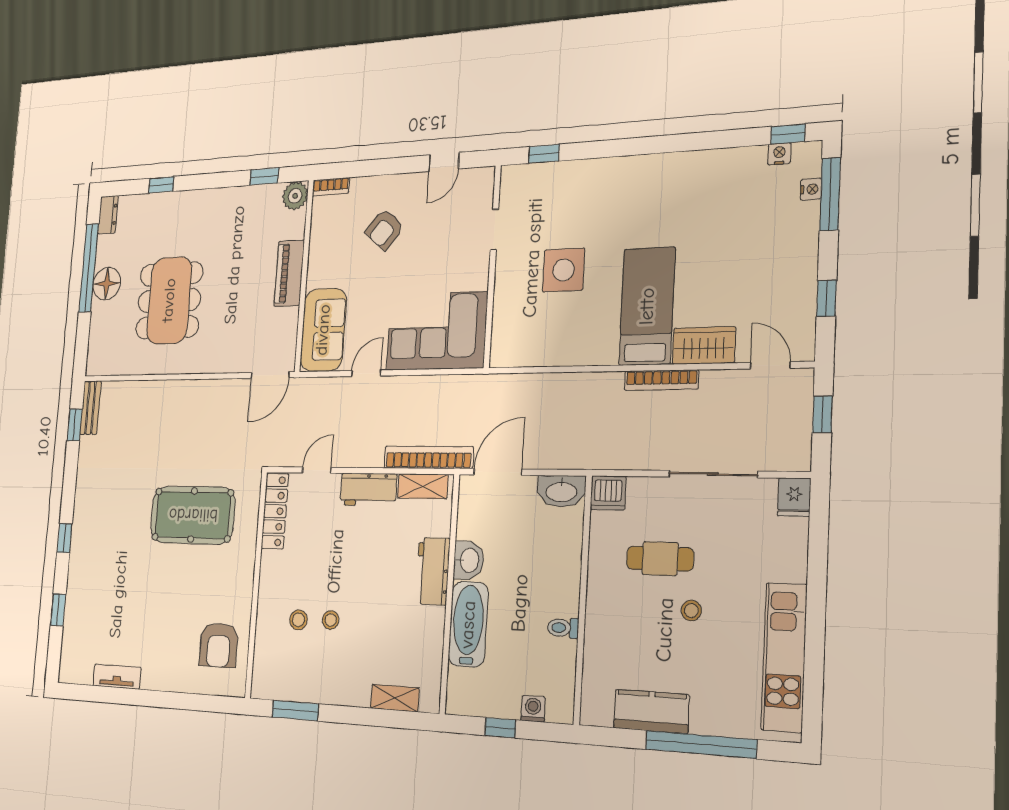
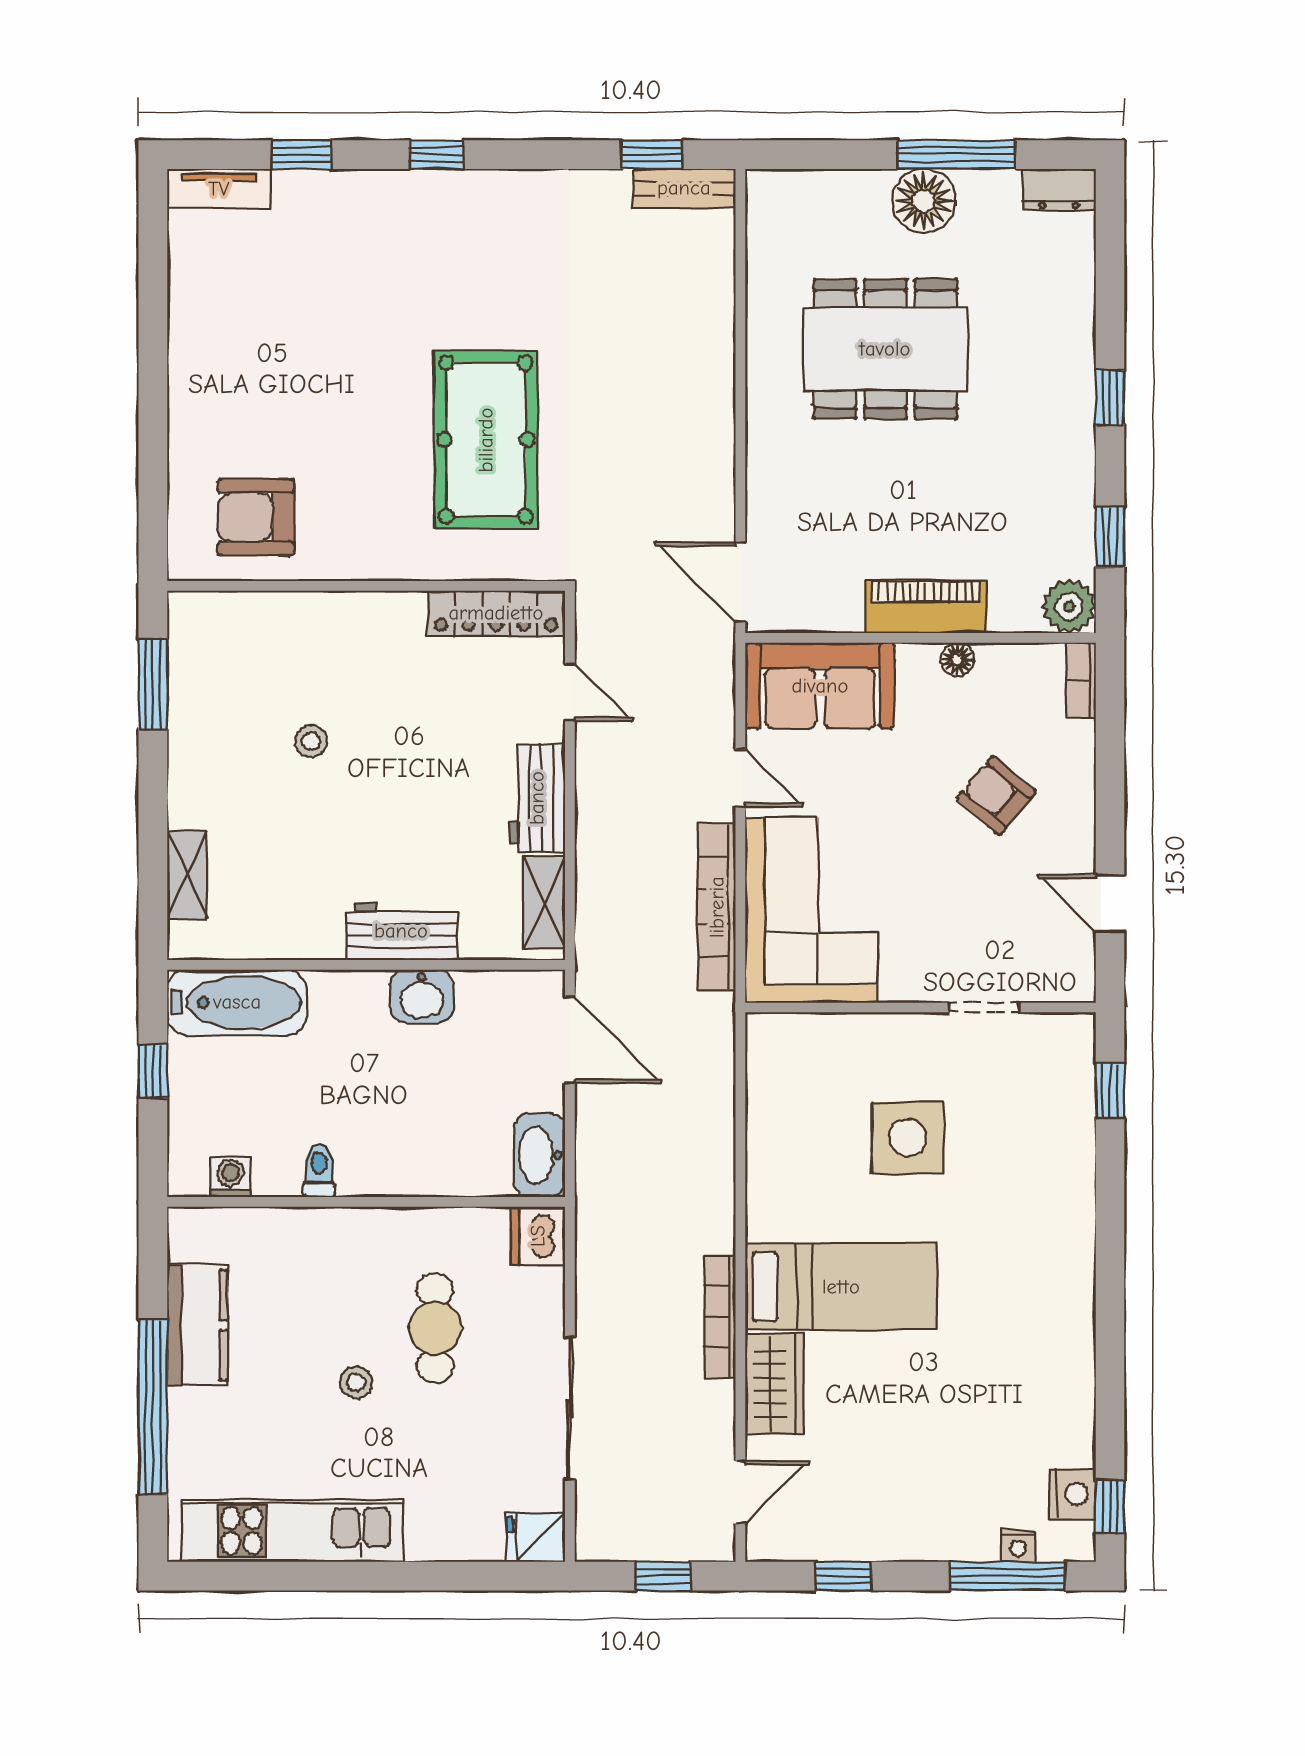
nightstand: (779, 154) -> (1073, 1494), width x1.39, depth x1.35
window: (161, 185) -> (1110, 398), moved
floor lamp: (316, 255) -> (957, 660), added
window: (89, 268) -> (956, 155), width x0.68
bookcase: (428, 457) -> (717, 907), moved, turned 180
stool: (299, 620) -> (308, 678), removed
bathtub: (468, 624) -> (237, 1002), moved
tv unit: (117, 677) -> (219, 189), moved, turned 90
washing machine: (533, 709) -> (230, 1177), moved, turned -90

